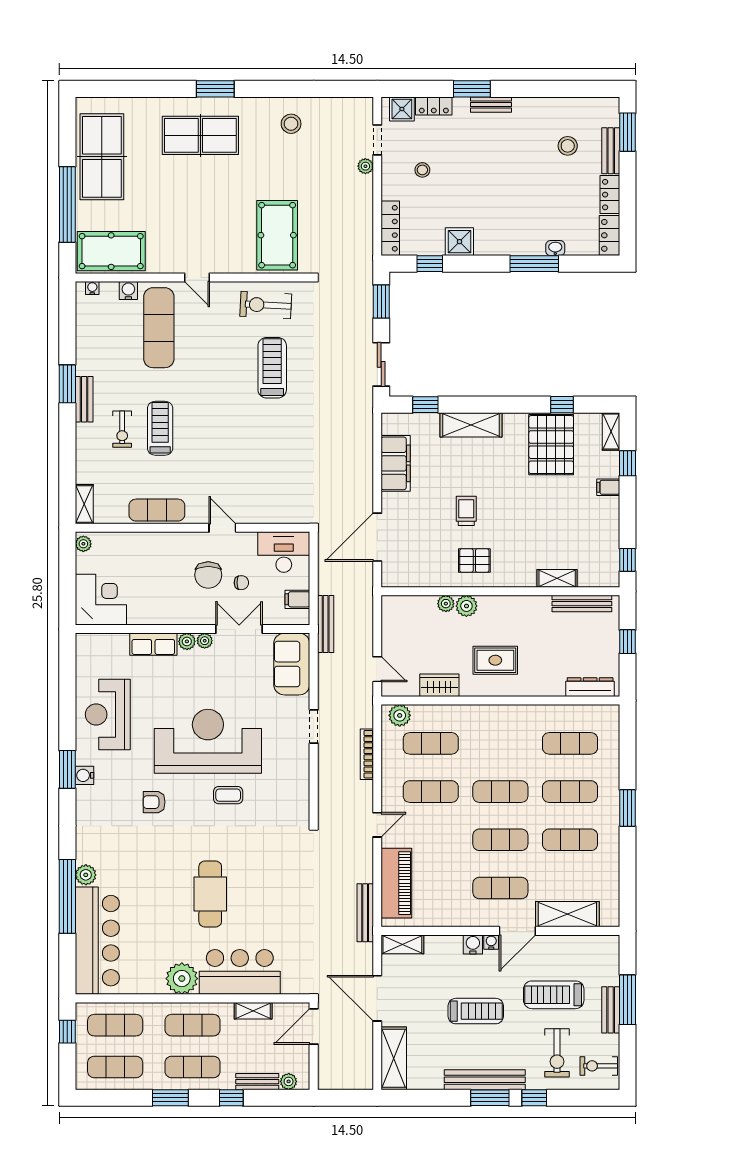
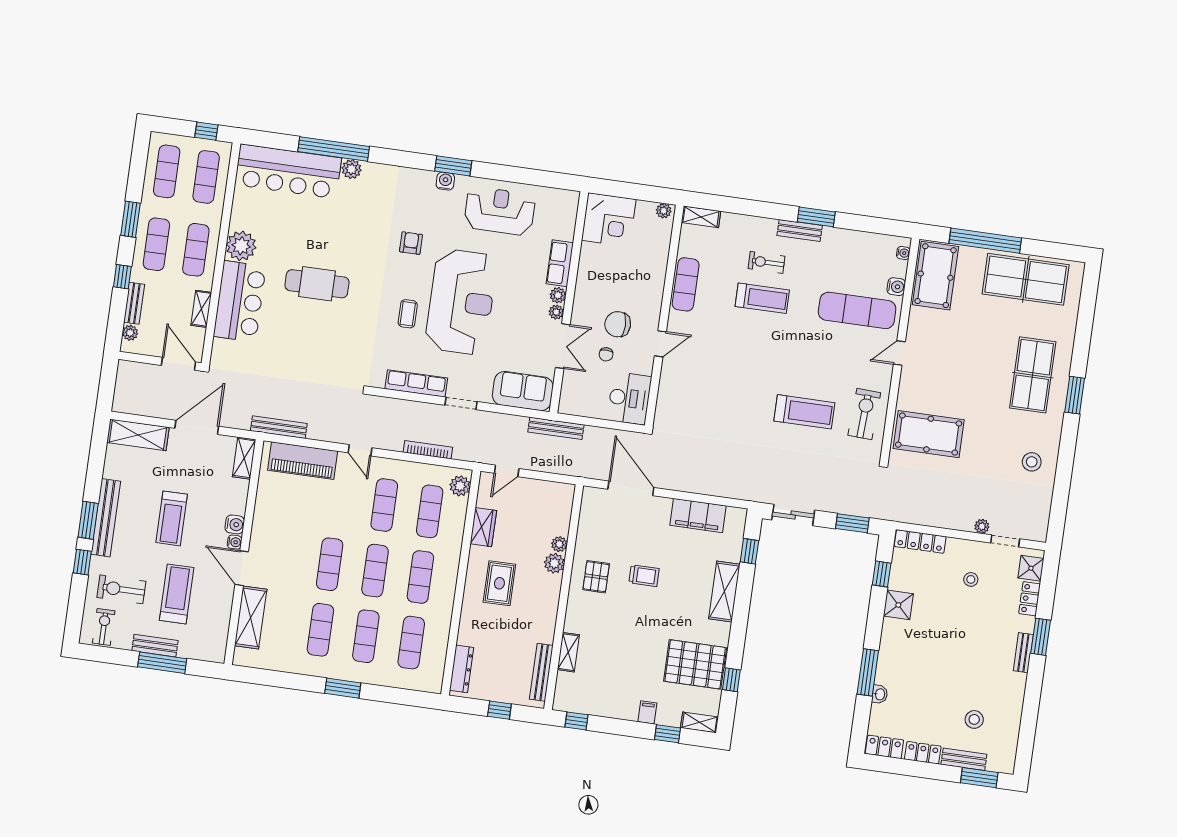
filing cabinet: (297, 599) -> (583, 405), removed
row of seats: (299, 776) -> (416, 383), added
exercise mat: (500, 888) -> (420, 577), moved

